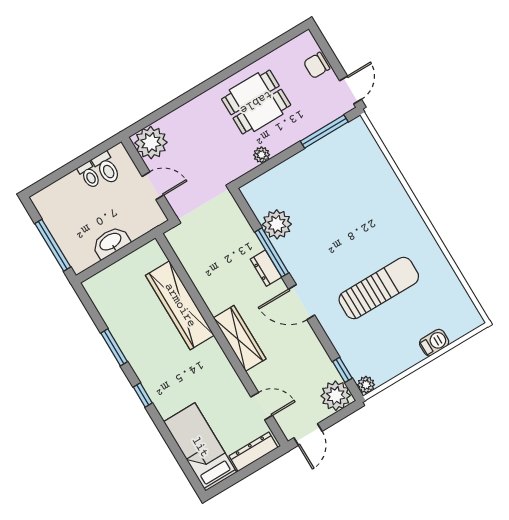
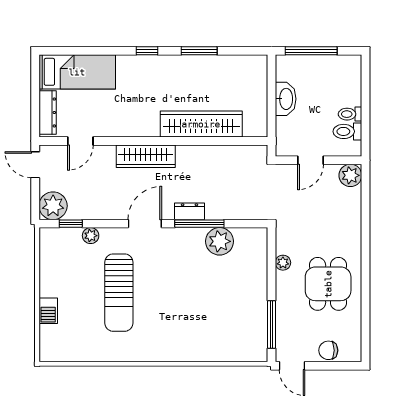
chair: (317, 65) -> (328, 350), turned -90
plant: (151, 143) -> (350, 175), width x0.73, depth x0.73
plant: (366, 385) -> (91, 236), moved

